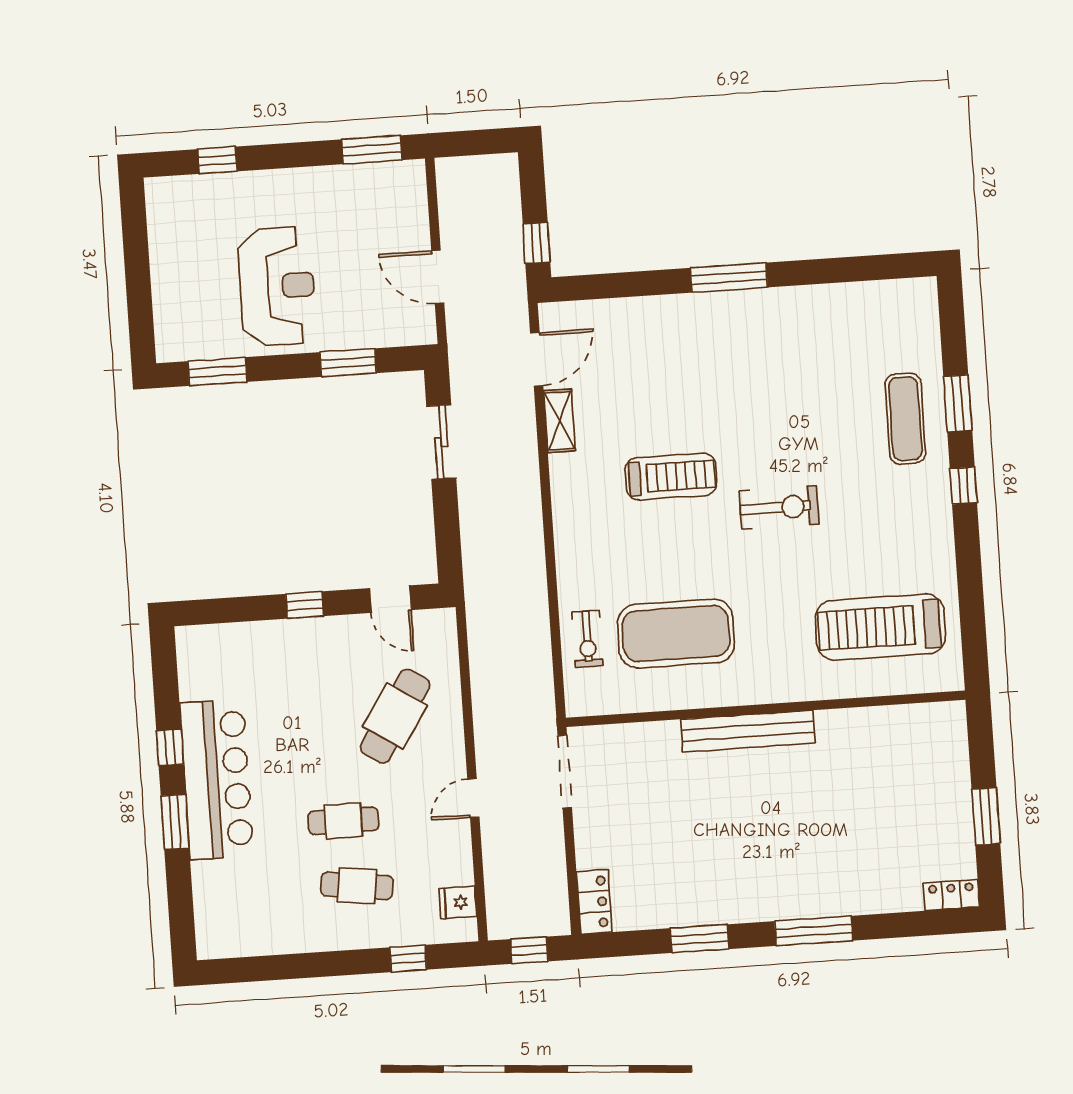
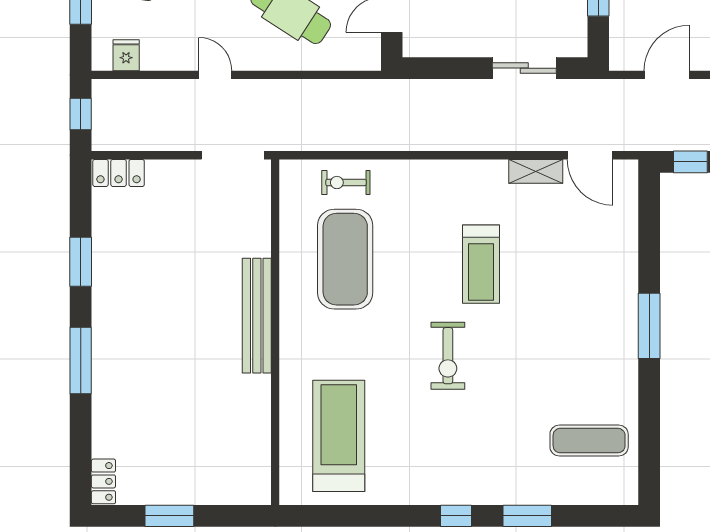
exercise mat: (905, 419) -> (589, 441), moved

